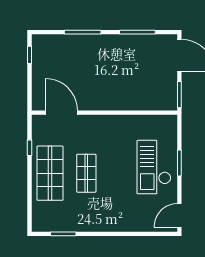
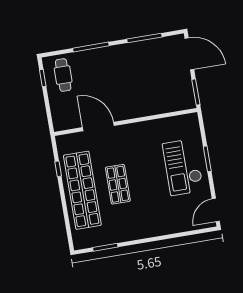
cafe table: (50, 55) -> (63, 75), added
door: (62, 113) -> (98, 127), moved
shop shelf: (50, 173) -> (82, 190), width x1.40

